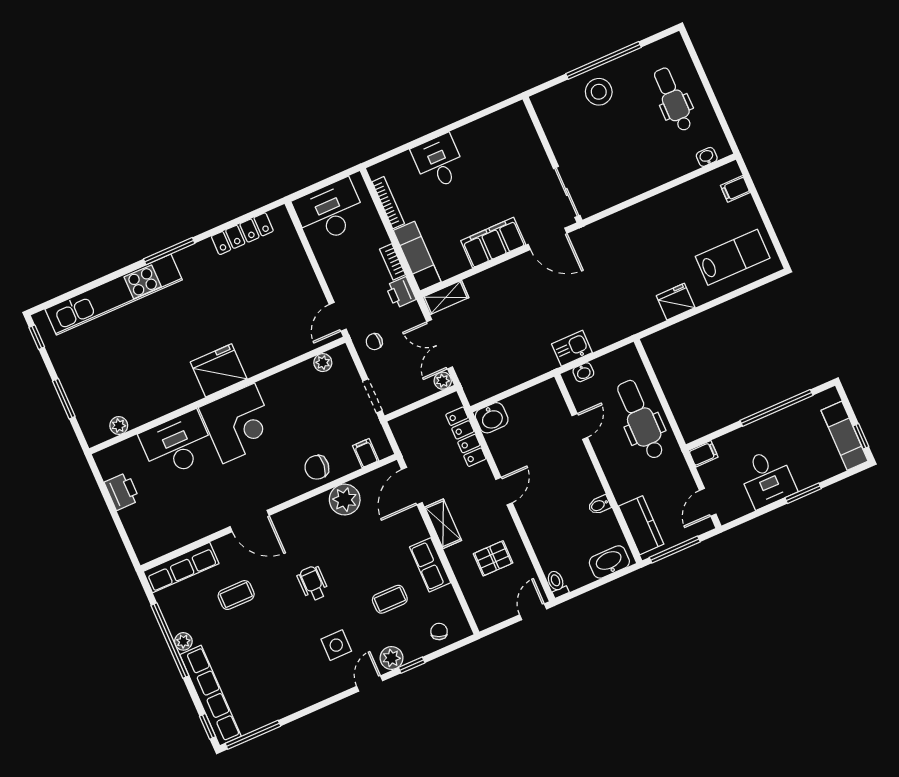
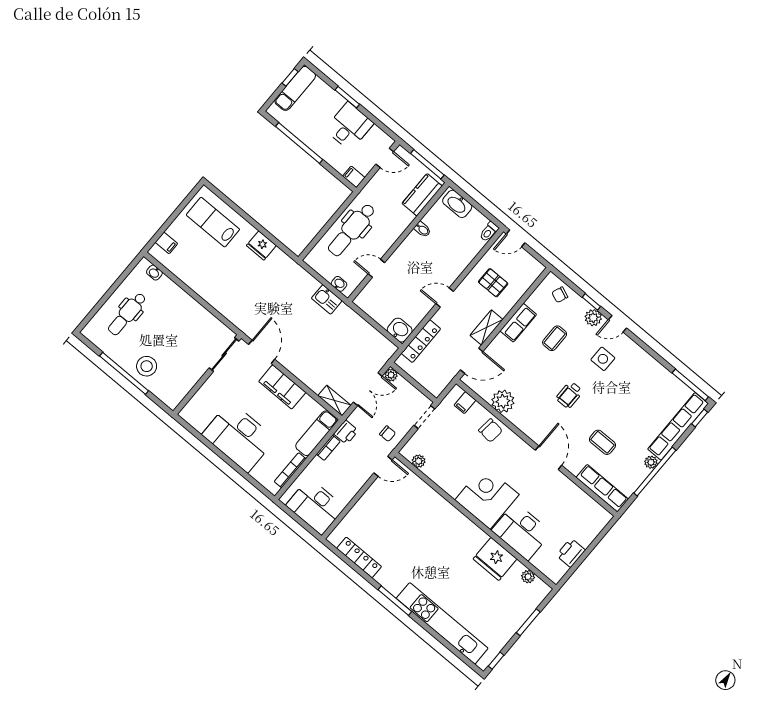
desk: (439, 162) -> (239, 437), width x1.87, depth x1.30
fridge: (219, 370) -> (495, 559), moved
coffee table: (390, 599) -> (555, 338), turned 90

